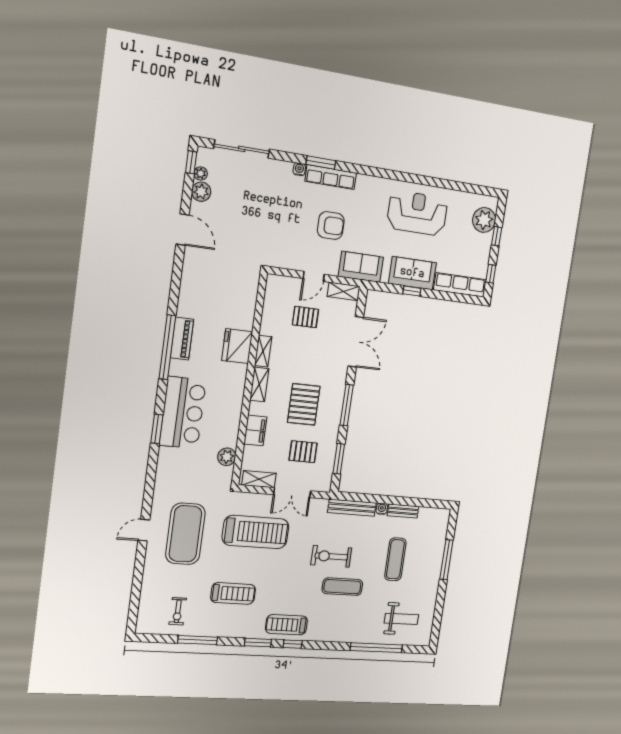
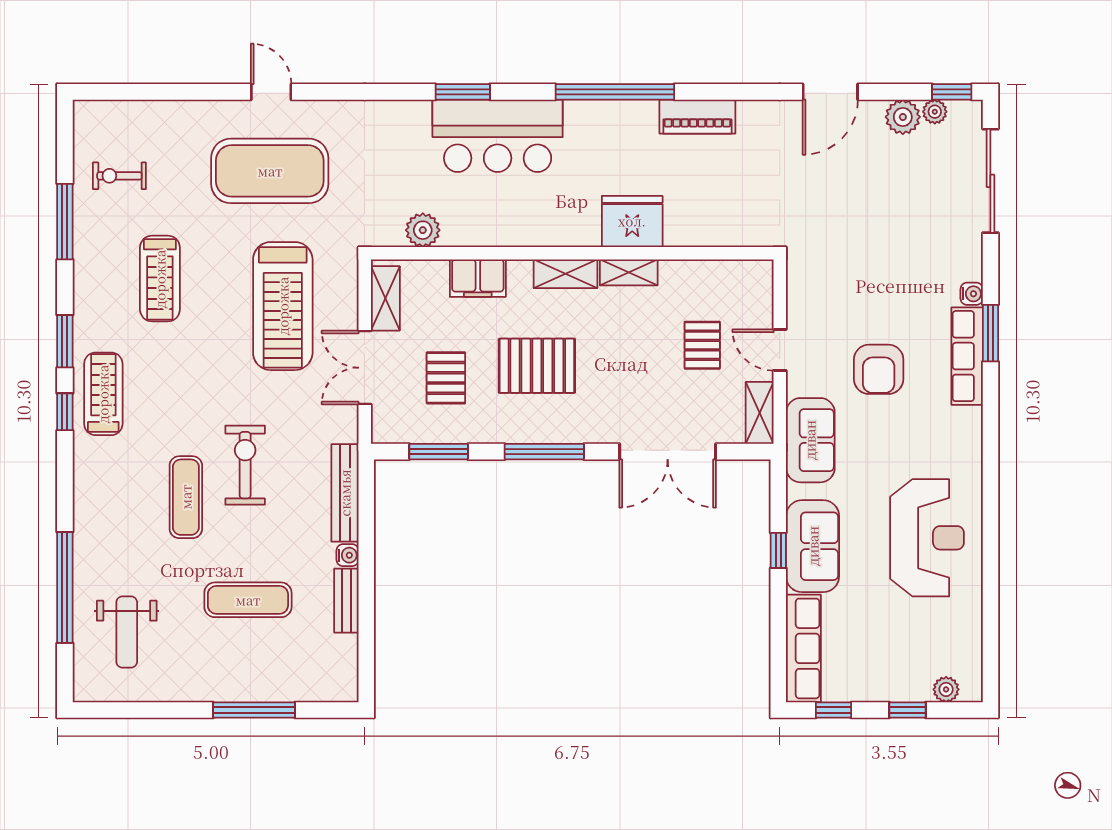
plant: (484, 220) -> (946, 689), width x0.53, depth x0.53
piano: (182, 339) -> (697, 117), moved

